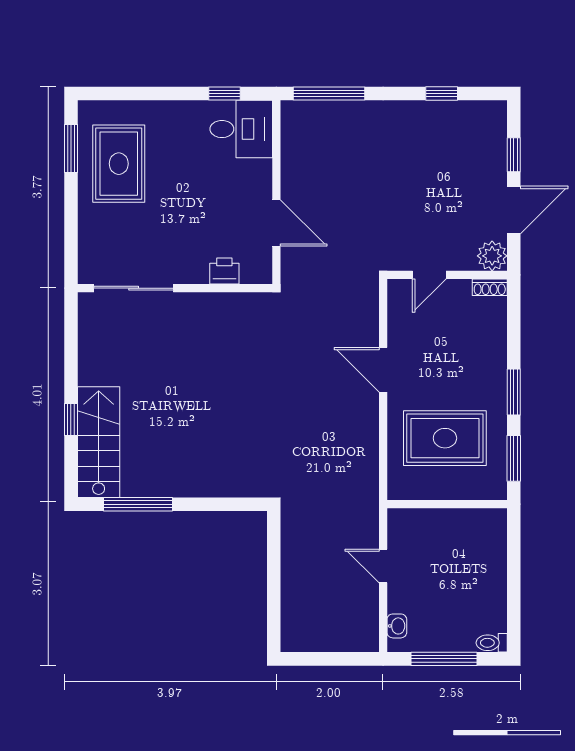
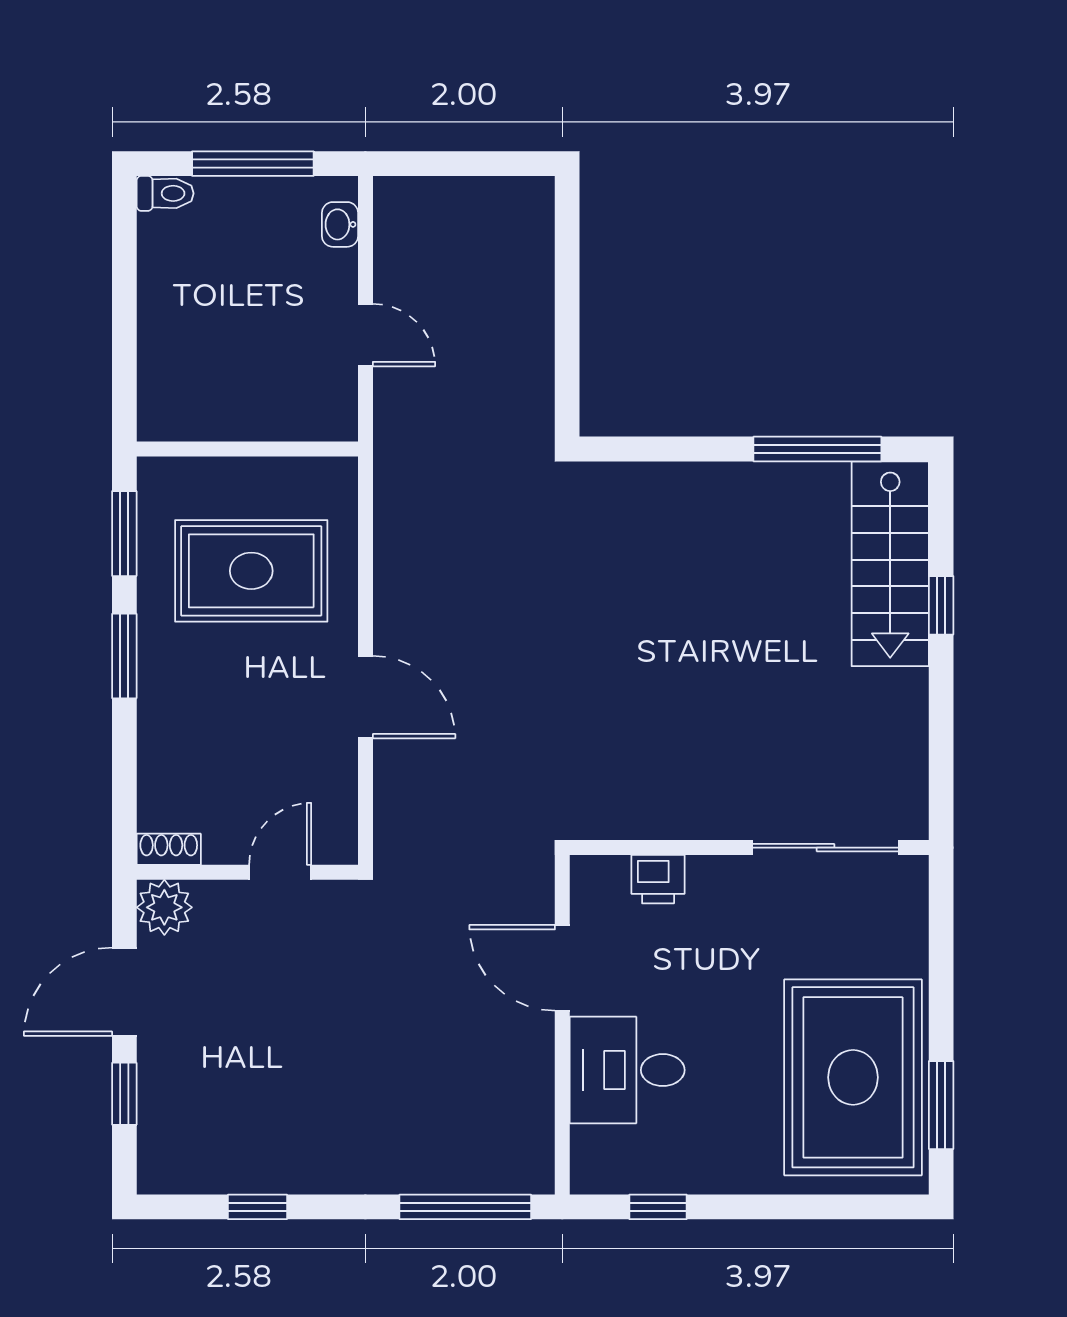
desk: (241, 129) -> (627, 1070), moved
rug: (119, 164) -> (853, 1077), width x1.37, depth x1.44

